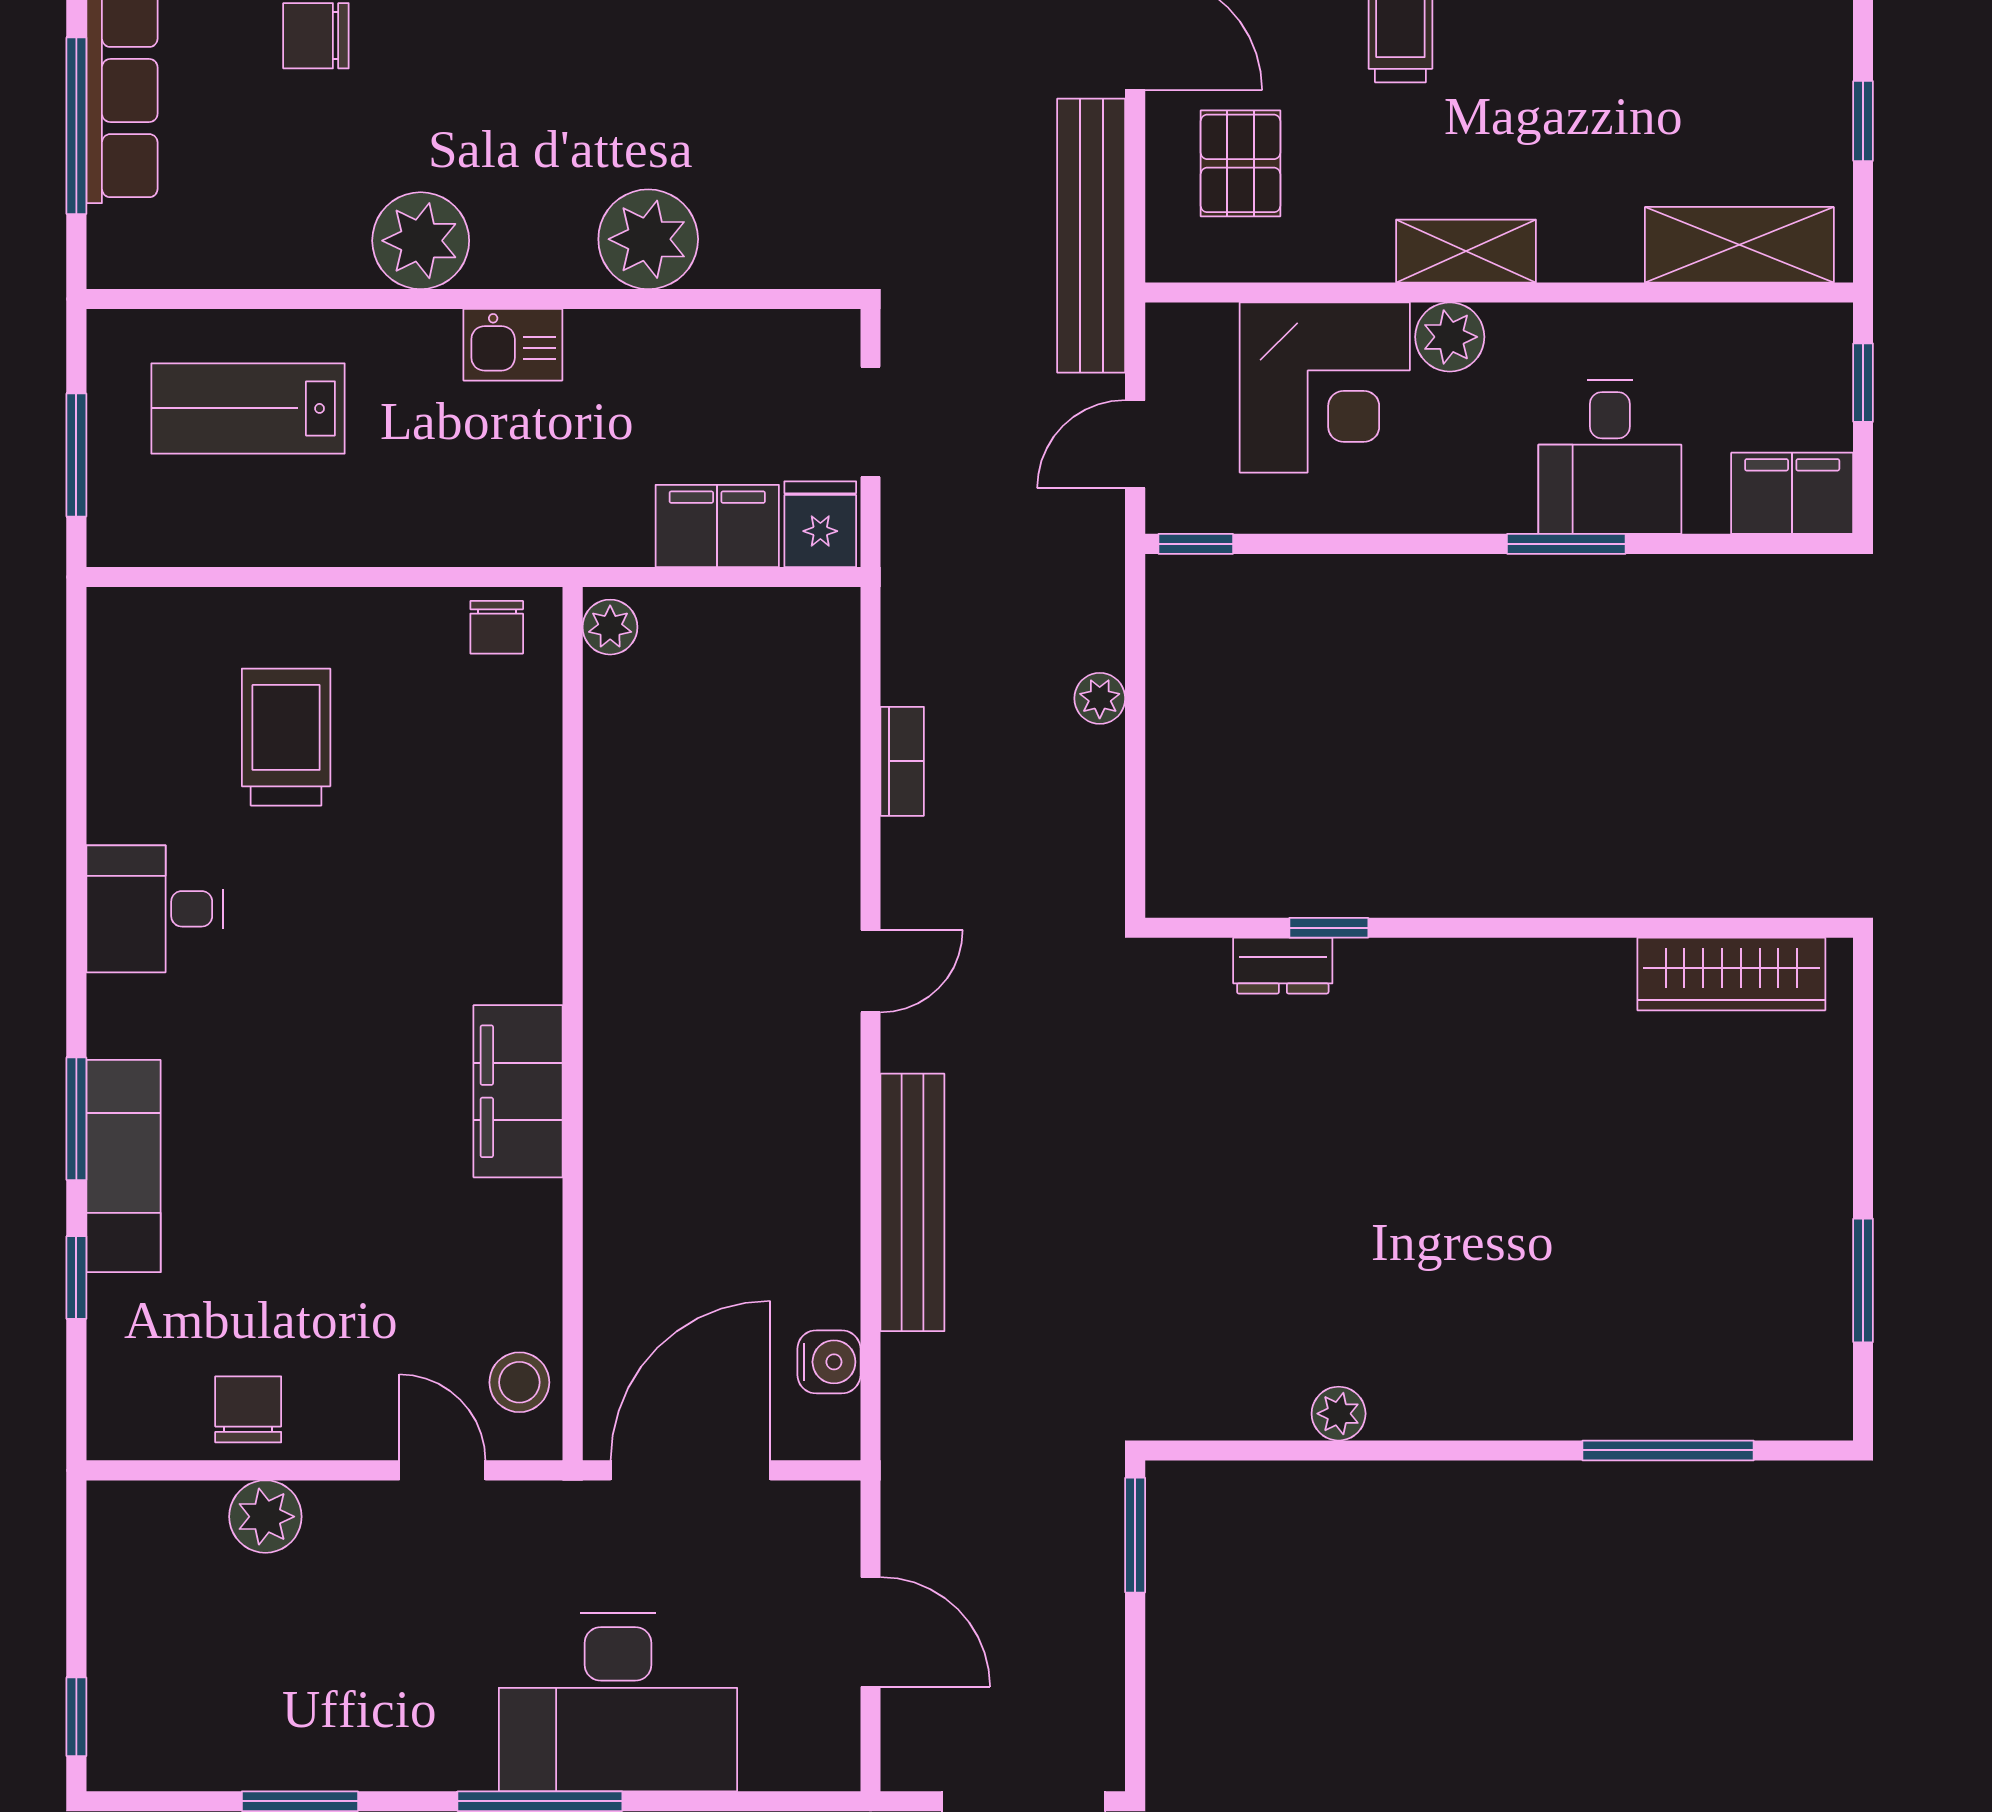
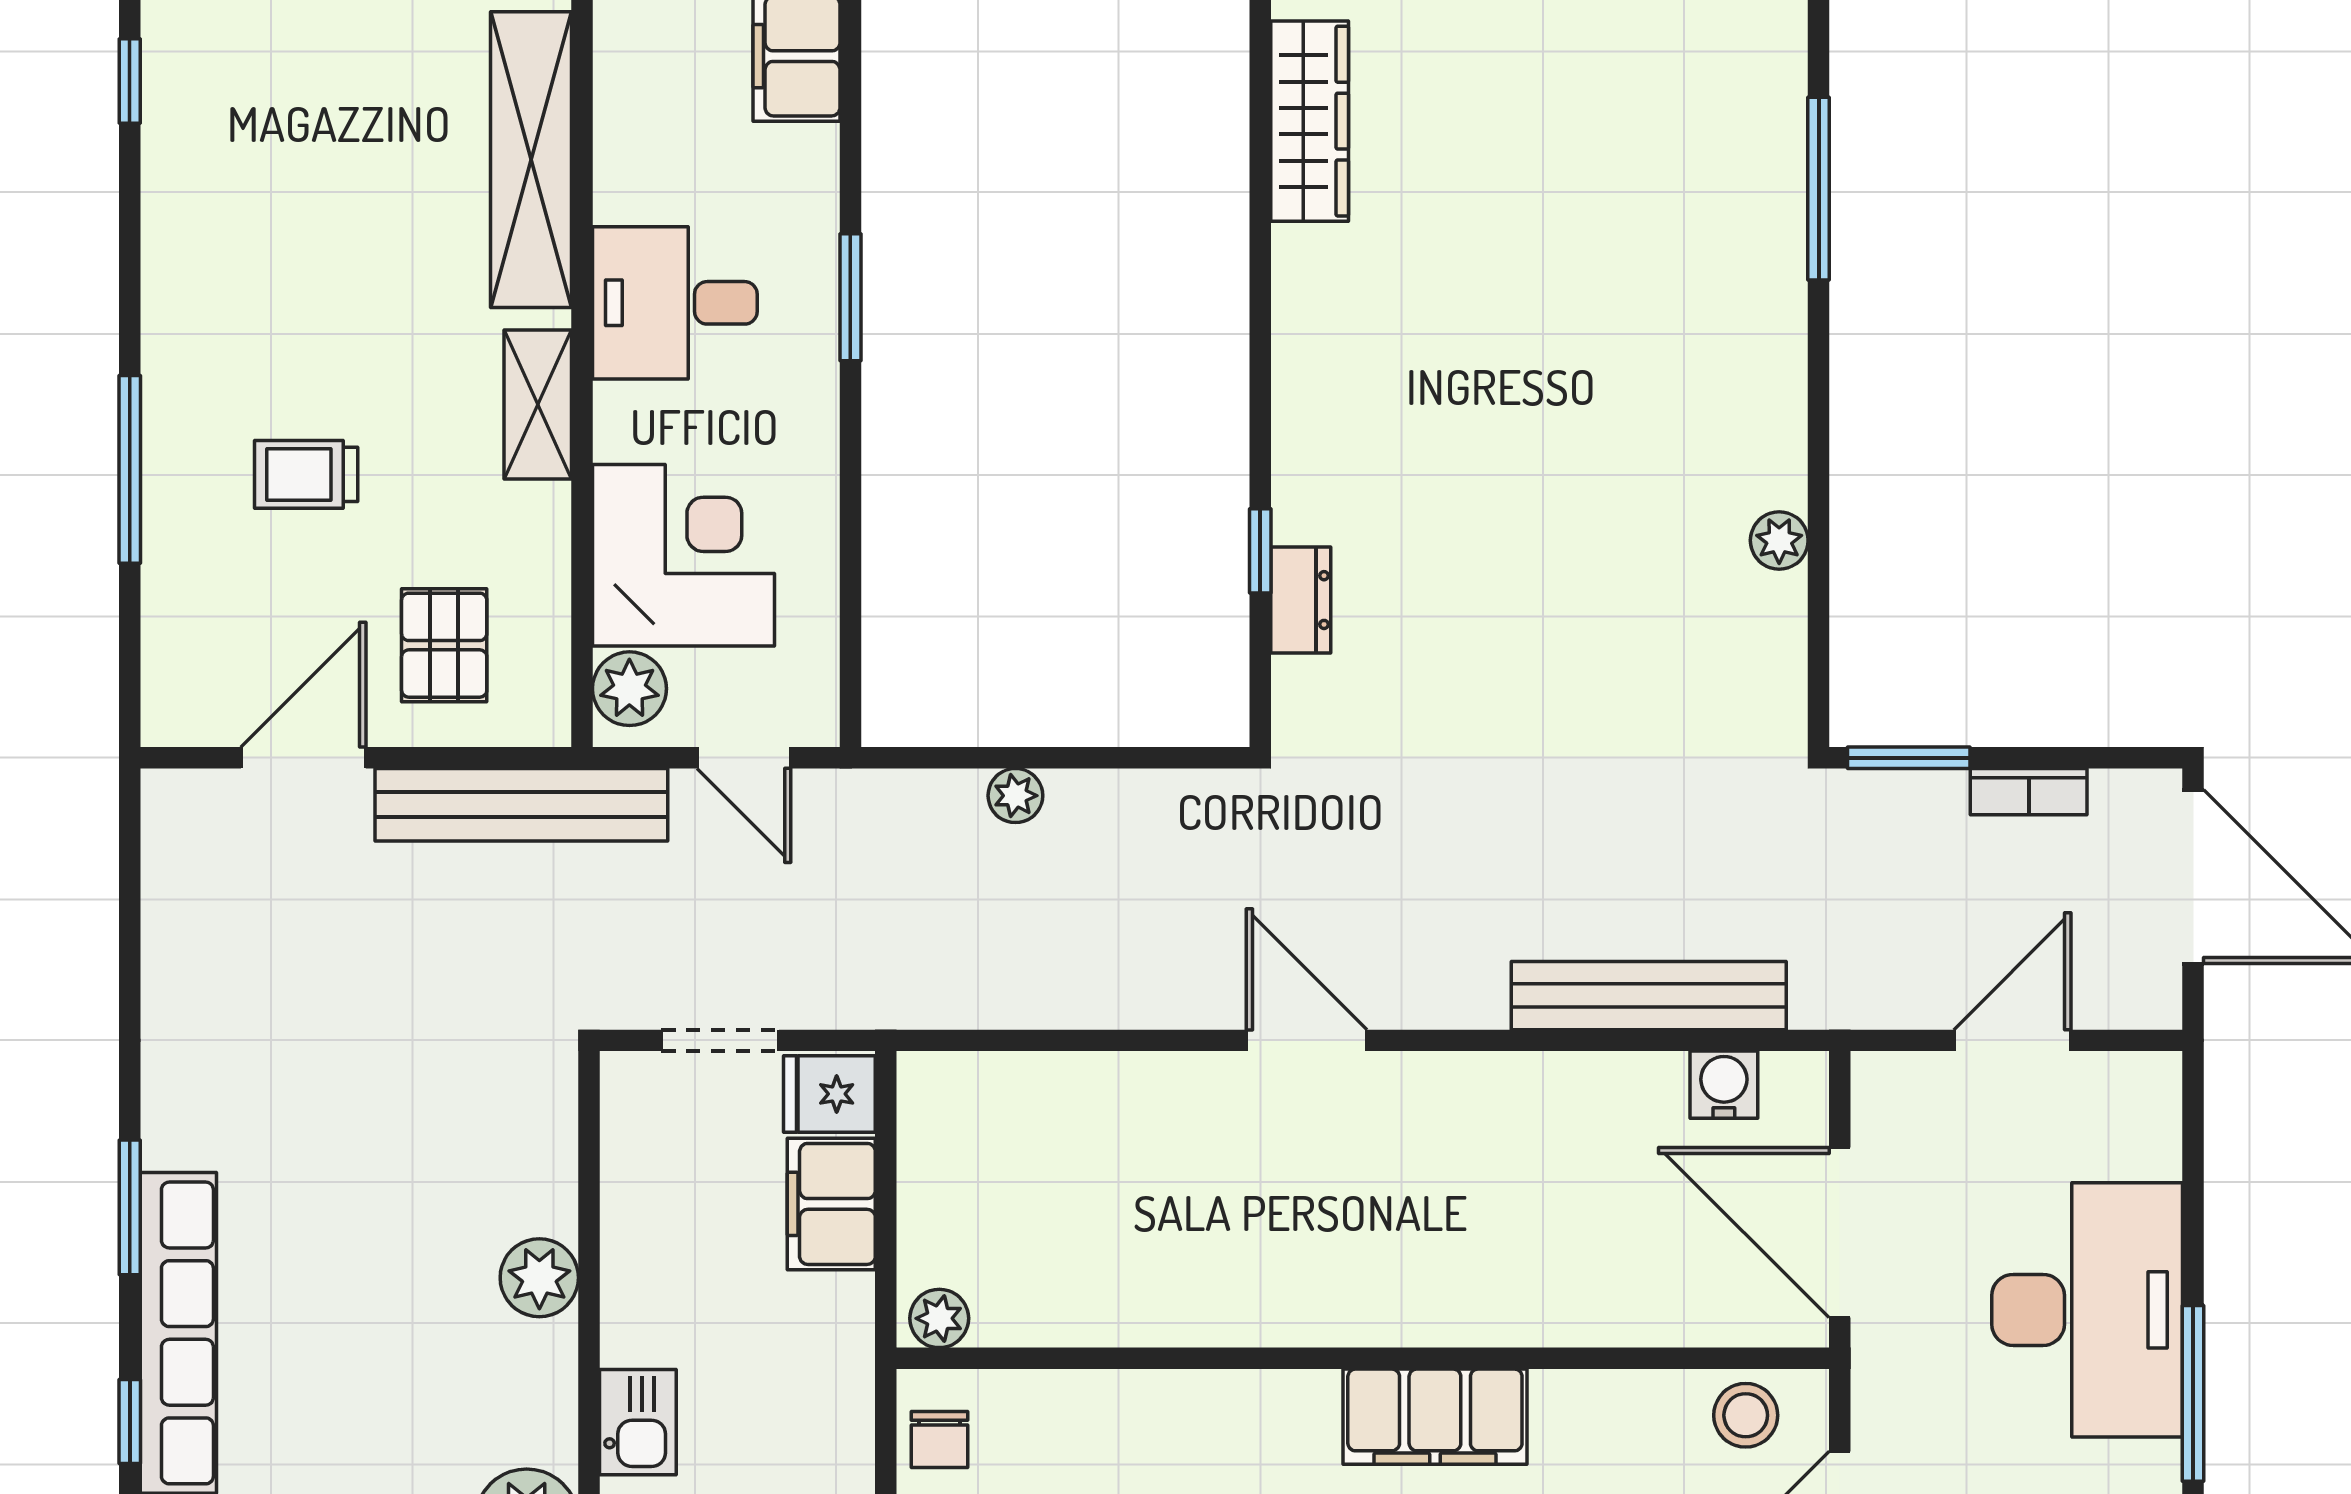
pallet: (1241, 163) -> (444, 645), turned 90
plant: (648, 239) -> (539, 1278), width x0.73, depth x0.73
shelving: (1739, 245) -> (531, 160), width x1.47
plant: (1450, 337) -> (629, 689), moved
desk: (1610, 457) -> (675, 303), moved, turned 180
window: (1196, 544) -> (850, 693), removed
chair: (497, 627) -> (939, 1439), turned 90
bookcase: (902, 761) -> (2029, 792), moved, turned 180
door: (870, 971) -> (1307, 1040), width x1.37
bench: (912, 1202) -> (1649, 996), moved

